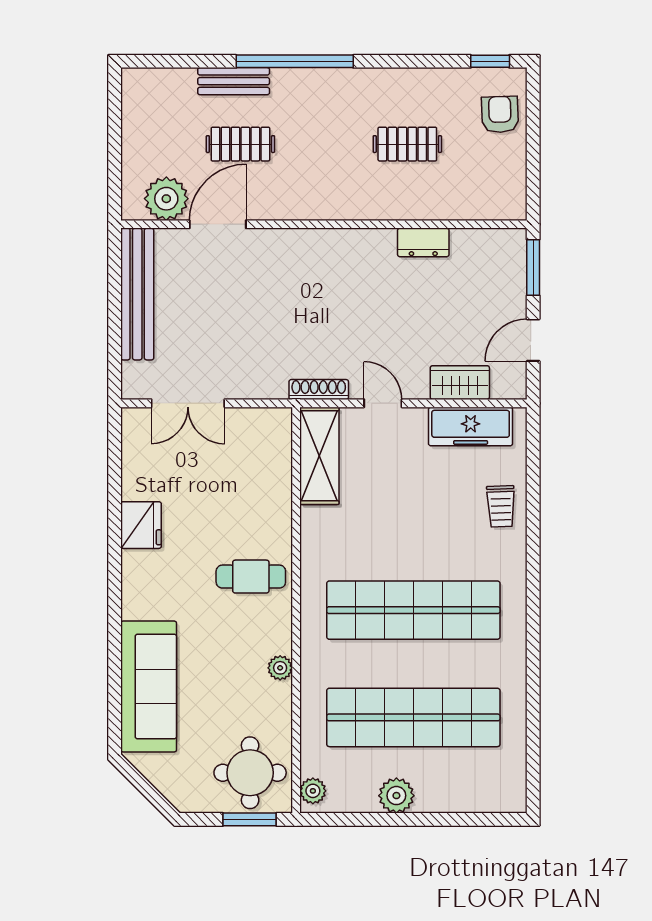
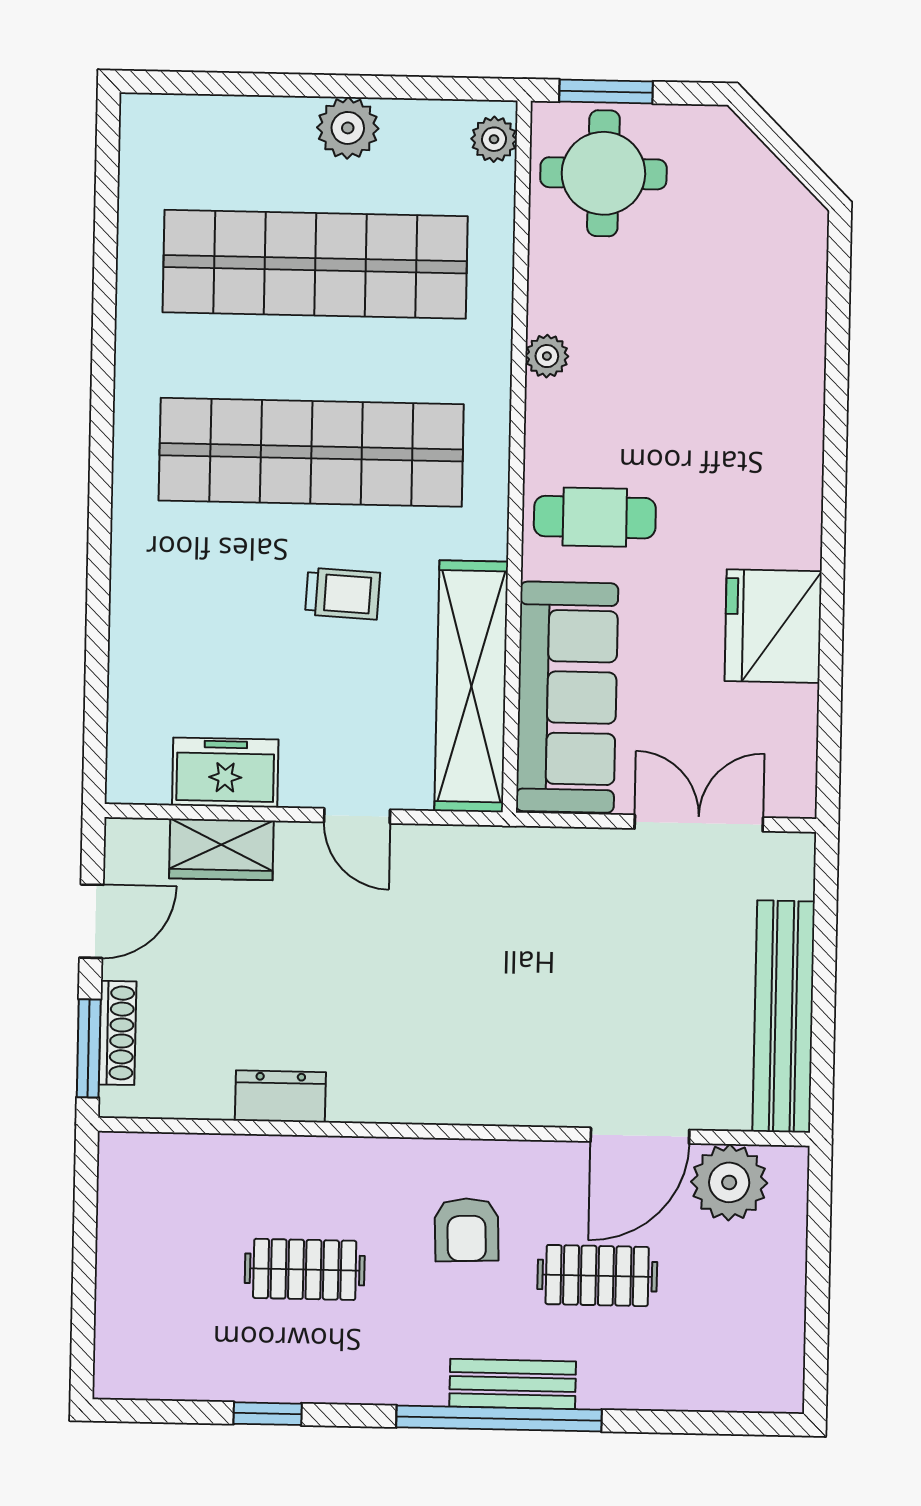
window: (490, 61) -> (268, 1414), moved
bench: (234, 81) -> (513, 1384), moved
armchair: (500, 114) -> (467, 1230), moved
shoe rack: (319, 390) -> (118, 1033), moved, turned -90
freezer: (471, 426) -> (225, 772), width x0.71
shelving: (319, 456) -> (471, 686), width x1.47
trolley: (501, 506) -> (343, 594), moved, turned 95
fridge: (141, 525) -> (773, 626), width x1.36, depth x1.34
sofa: (149, 686) -> (567, 697), moved, turned 180

